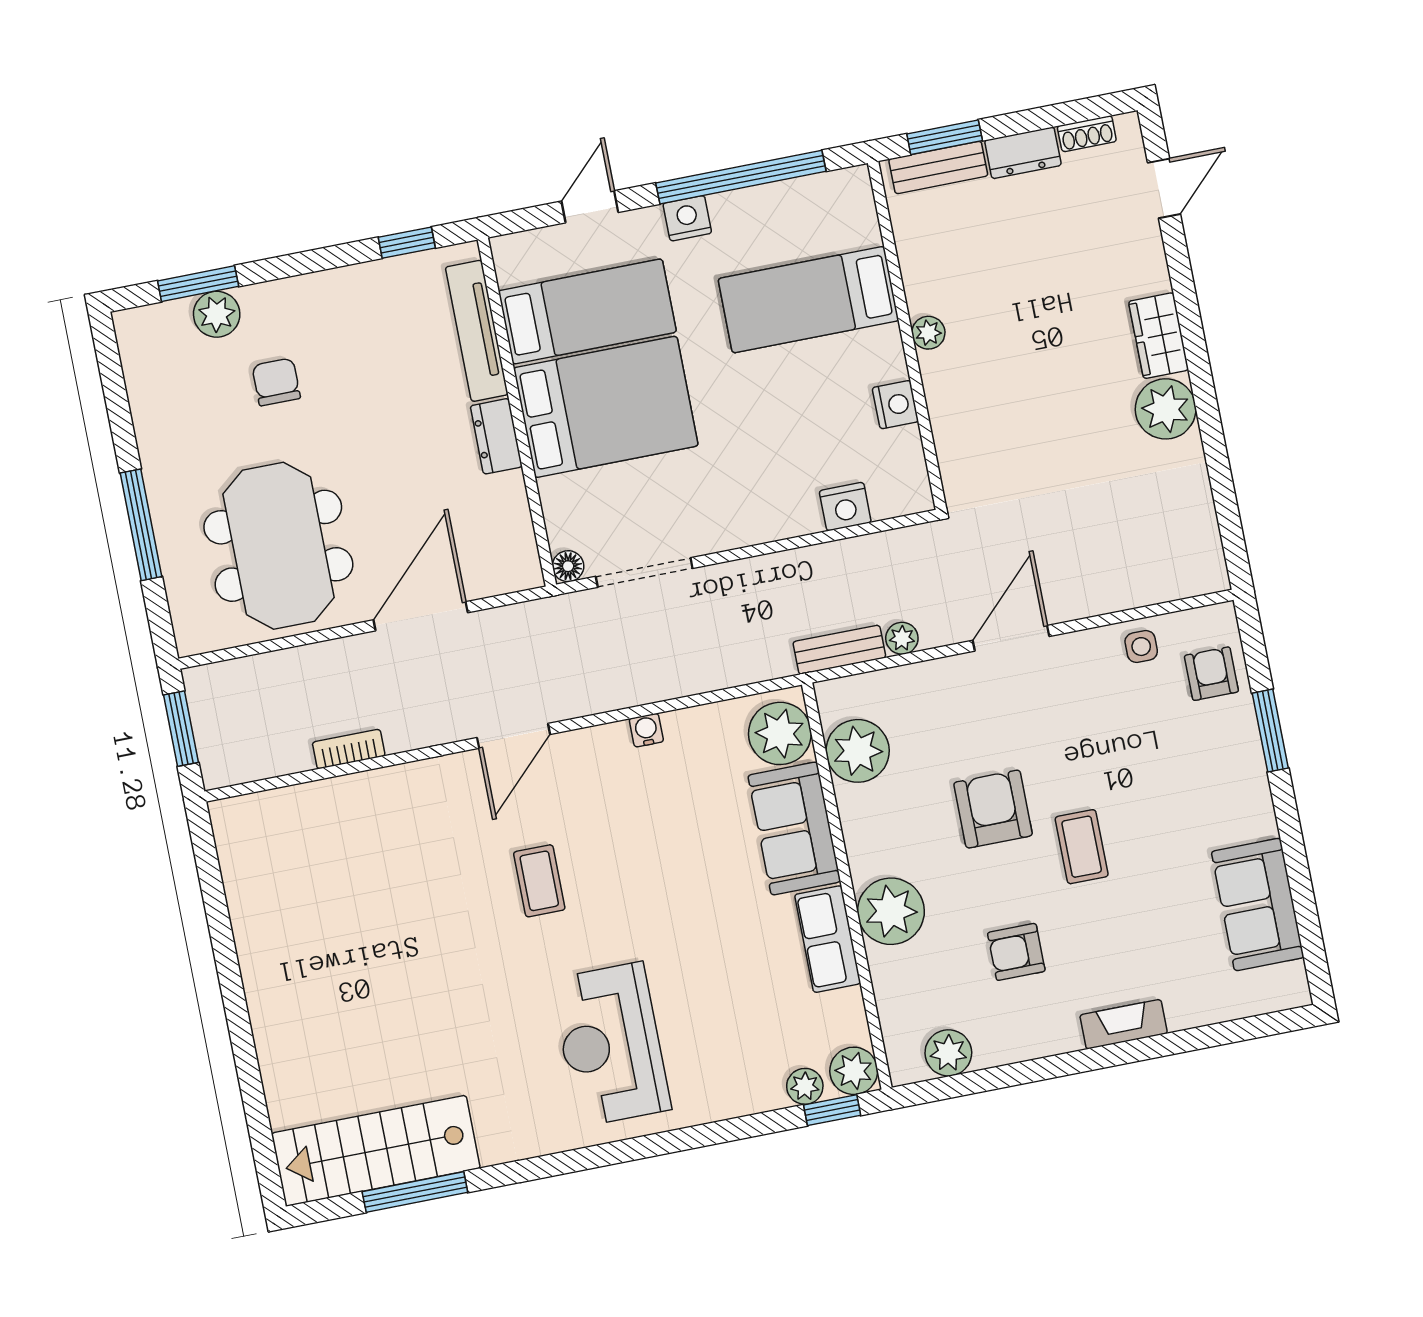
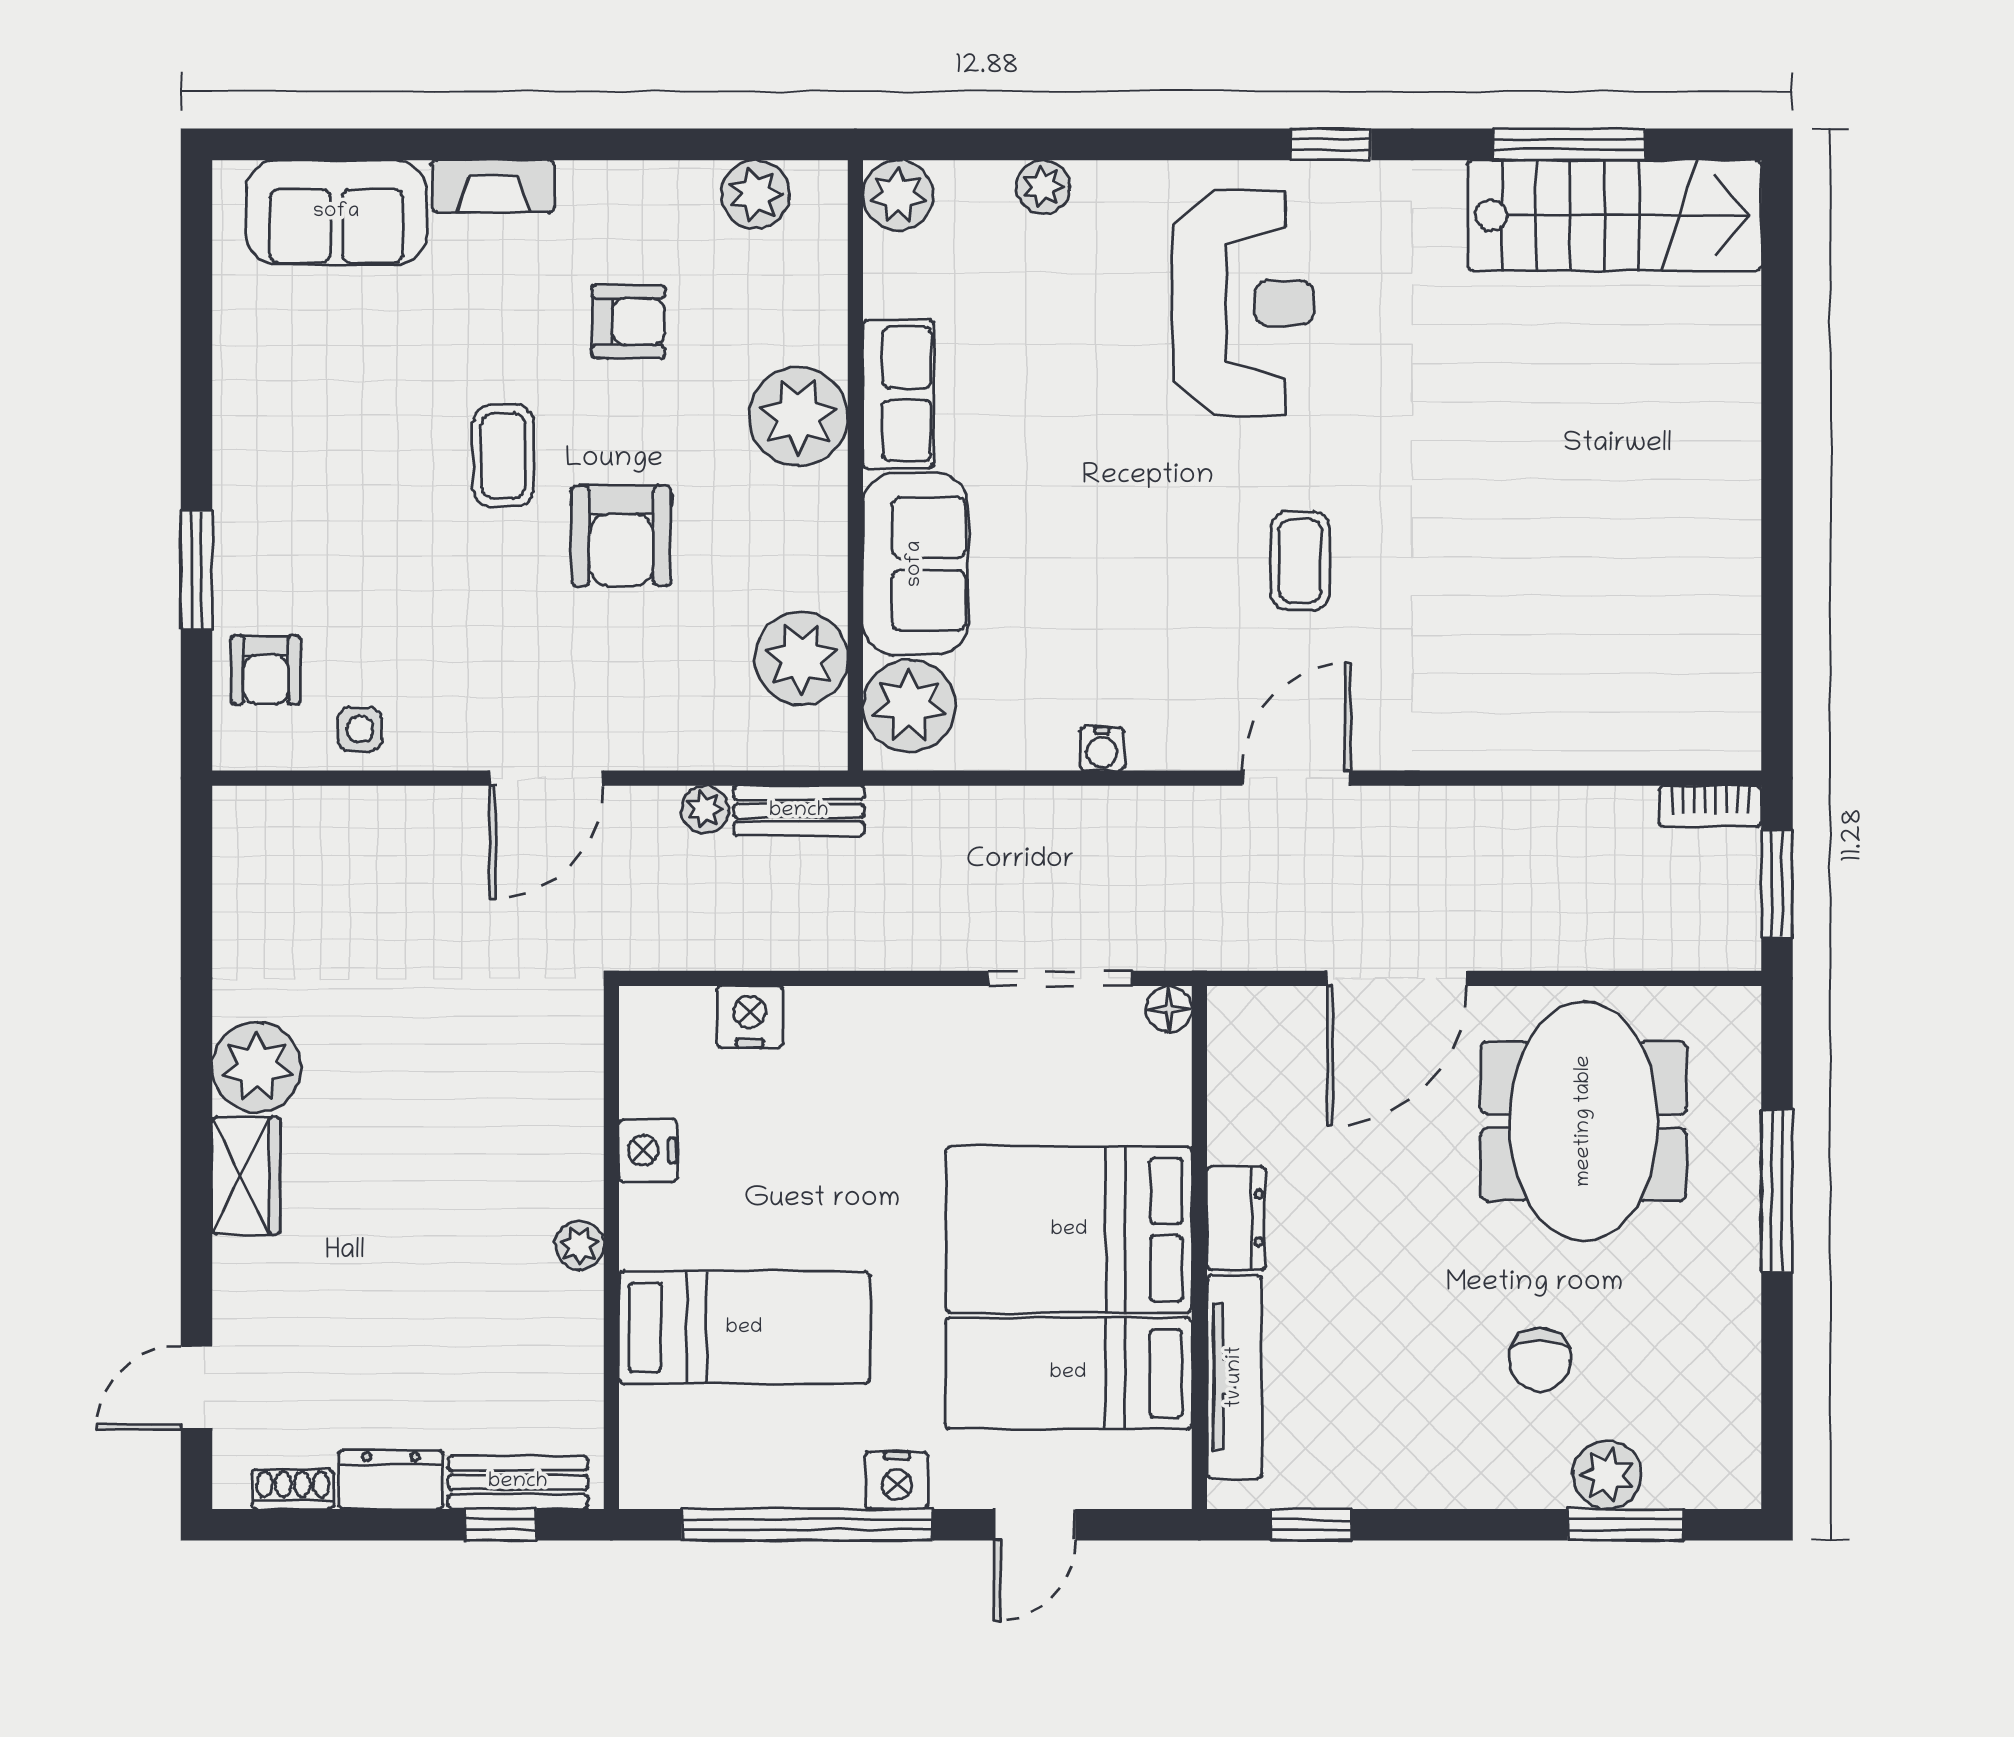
window: (945, 137) -> (500, 1525), width x0.67
bookcase: (349, 749) -> (1710, 806), moved
sofa: (1258, 905) -> (336, 212), moved, turned 90
plant: (805, 1086) -> (1043, 187), moved
window: (832, 1110) -> (1331, 144), moved

